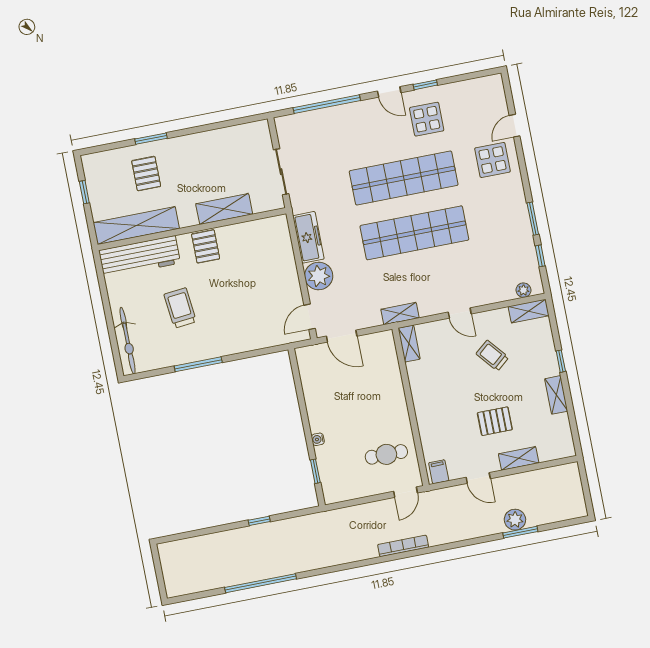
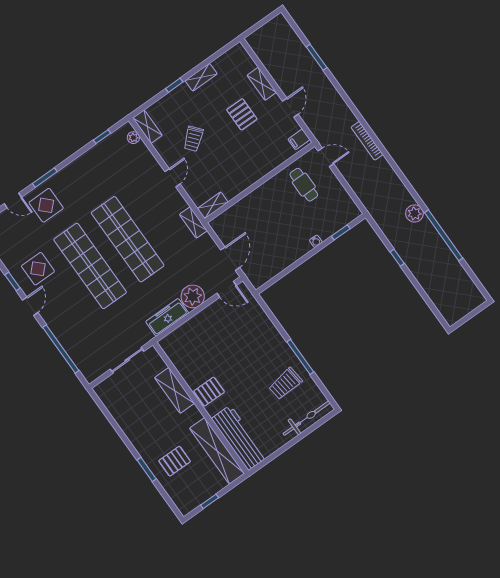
window: (533, 219) -> (45, 178), moved
trolley: (180, 308) -> (285, 384), moved
plant: (515, 520) -> (414, 213), moved

